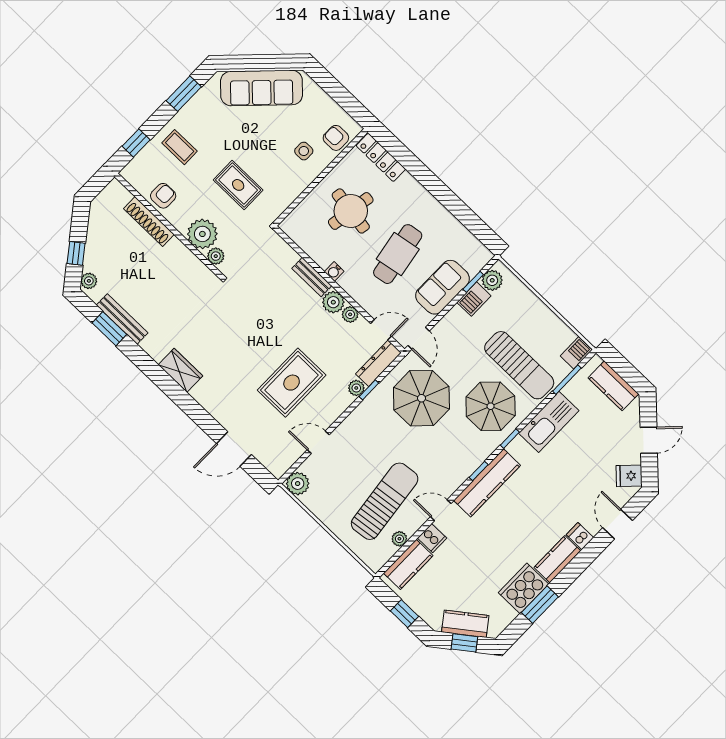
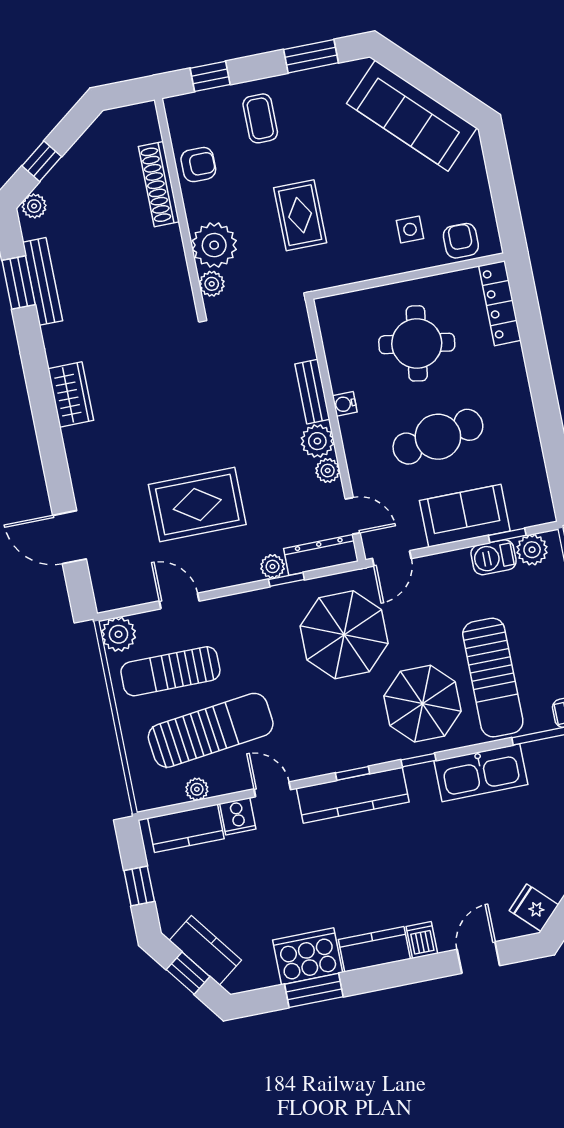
sun lounger: (340, 484) -> (170, 671), added

